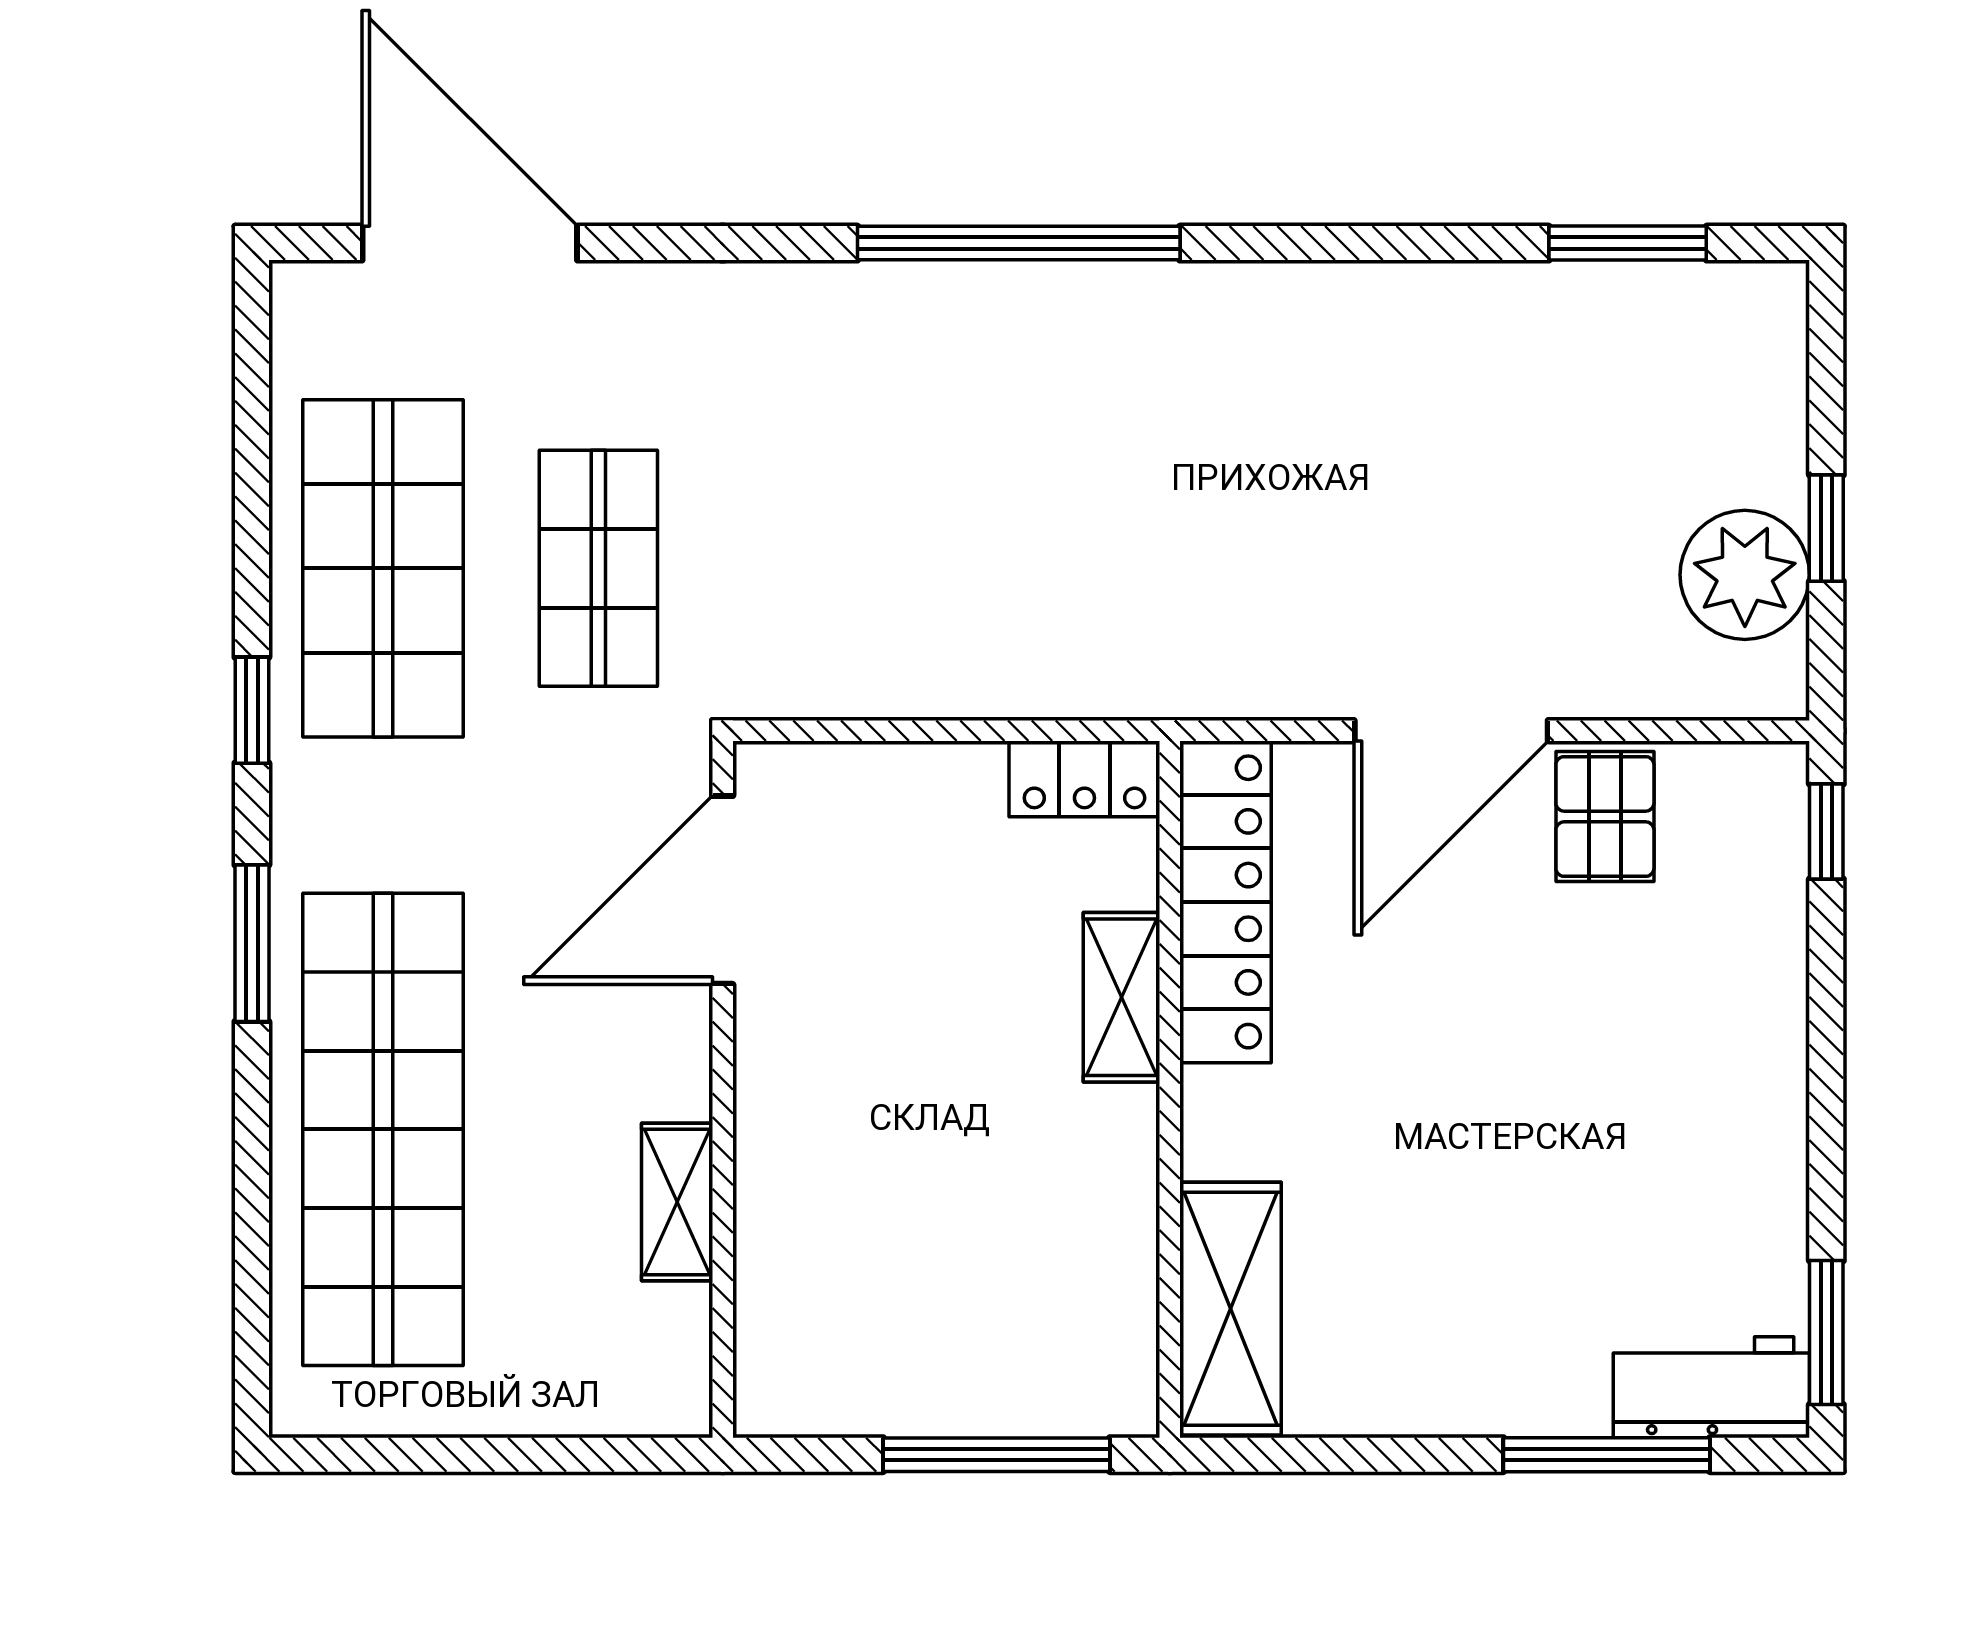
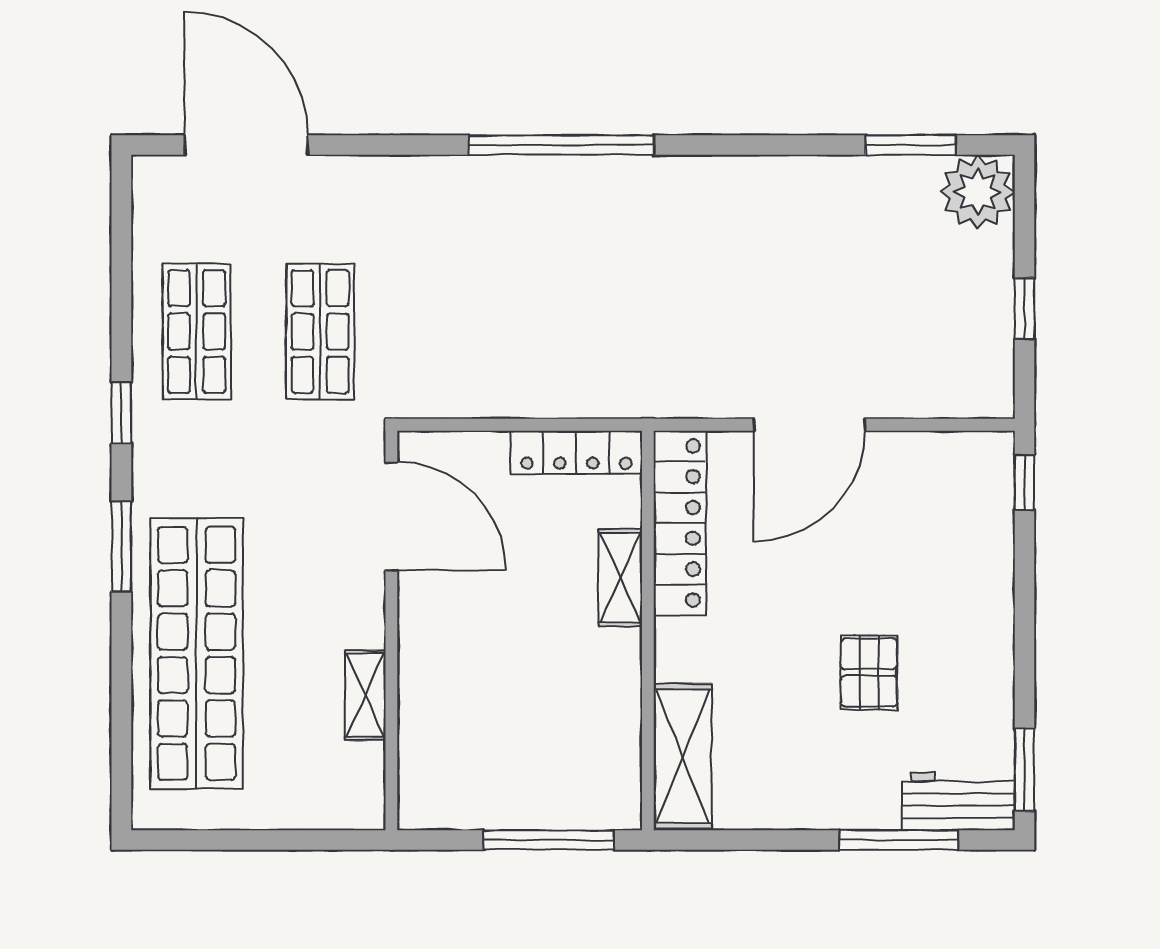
shop shelf: (383, 568) -> (197, 332), width x0.70, depth x0.74
plant: (1745, 575) -> (978, 192), moved
locker: (1084, 779) -> (576, 452), width x1.53
pallet: (1605, 817) -> (869, 672), moved
door: (723, 890) -> (391, 516), swing flipped

